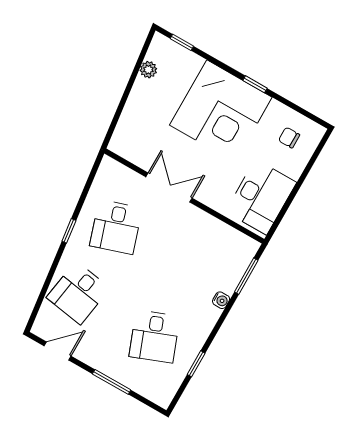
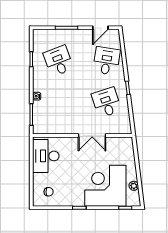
corner desk: (221, 111) -> (105, 186), moved

